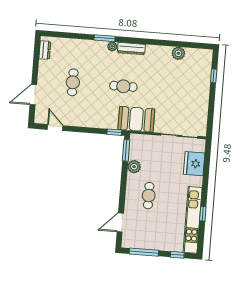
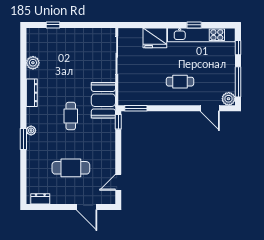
dresser: (131, 48) -> (32, 93), moved
cafe table: (73, 82) -> (71, 168), width x1.37, depth x1.35
fridge: (194, 164) -> (155, 38), moved
plant: (134, 167) -> (229, 99), moved

